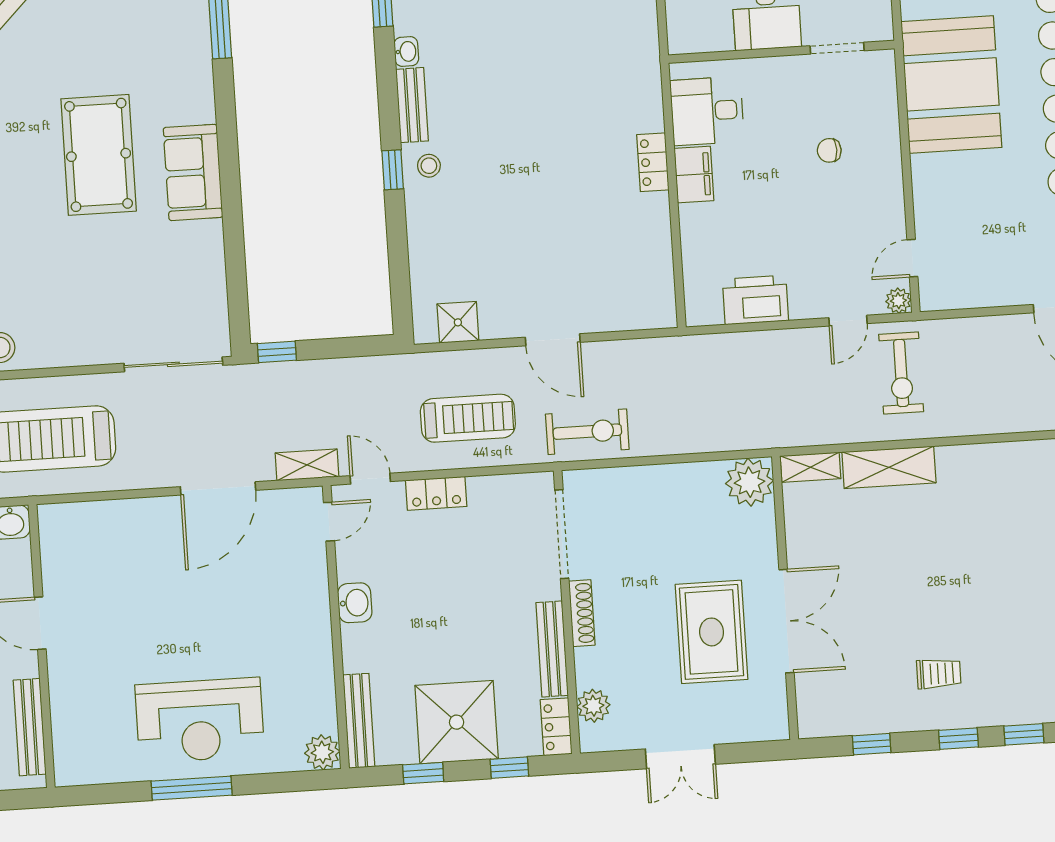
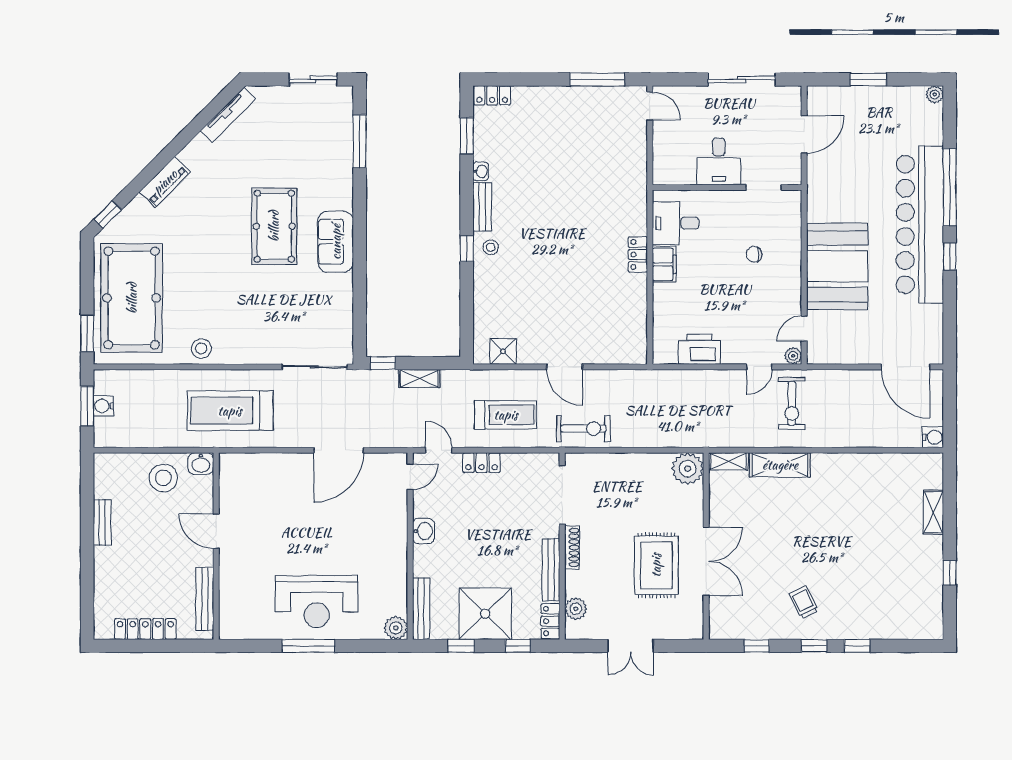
booth: (951, 84) -> (837, 266), moved
shelving: (307, 465) -> (419, 379), moved
trolley: (939, 674) -> (804, 602), turned -116

